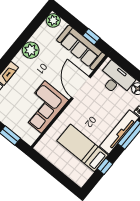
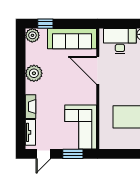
window: (91, 37) -> (45, 24), moved
corner sofa: (43, 107) -> (81, 127), moved

